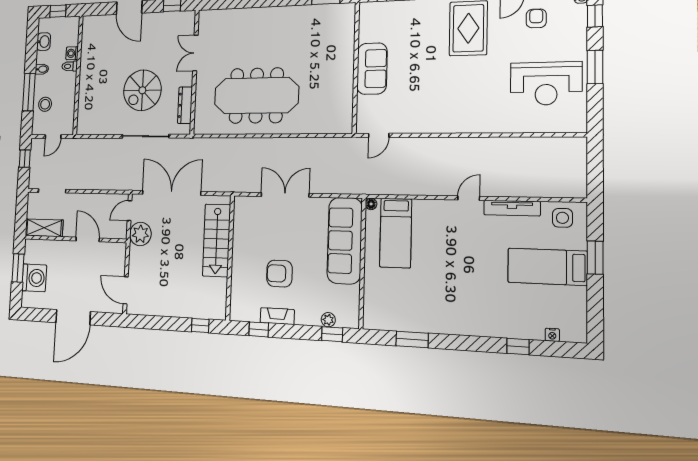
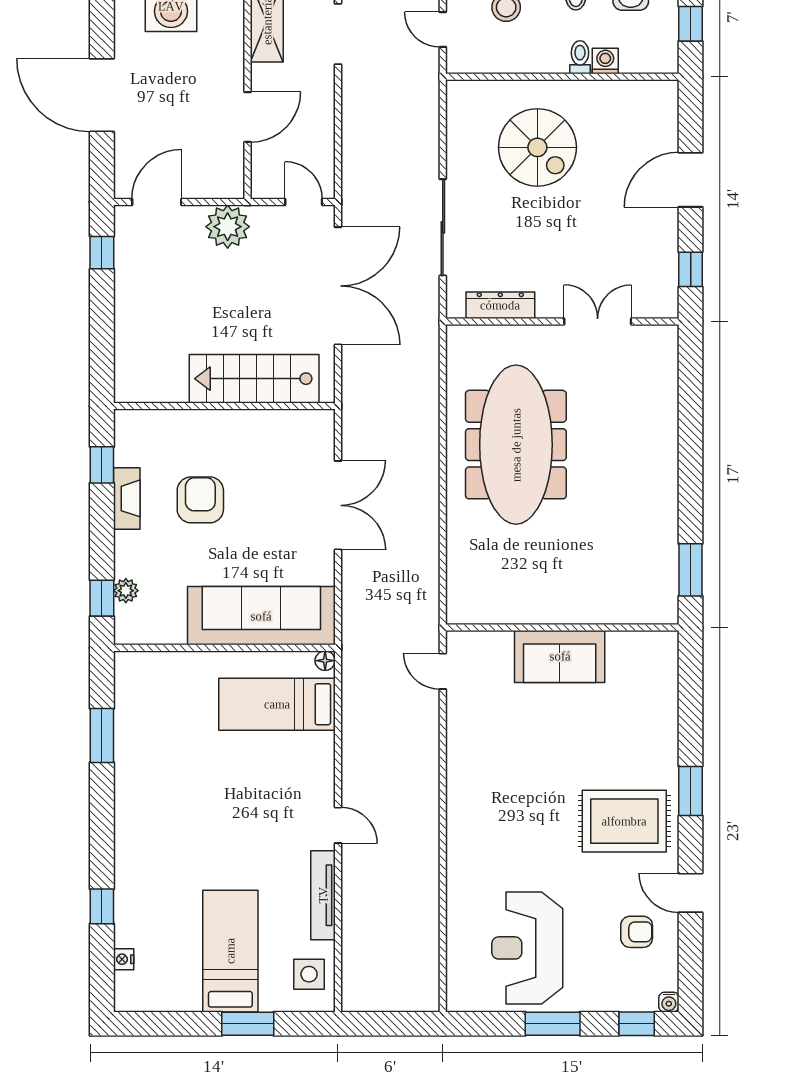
spiral stairs: (142, 90) -> (537, 147), moved, turned 180
plant: (140, 234) -> (228, 227), moved
window: (200, 326) -> (102, 253), moved

